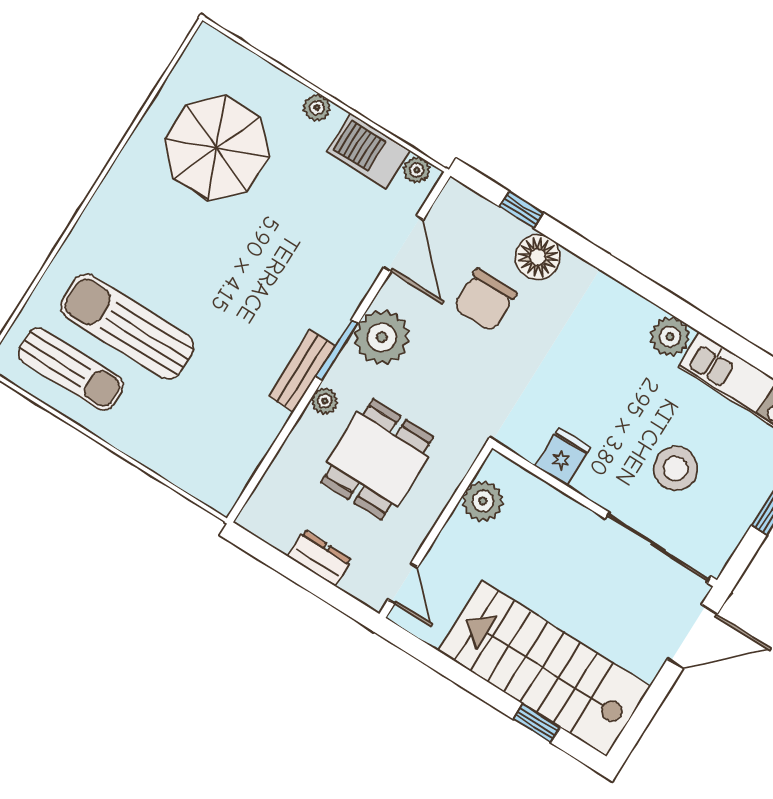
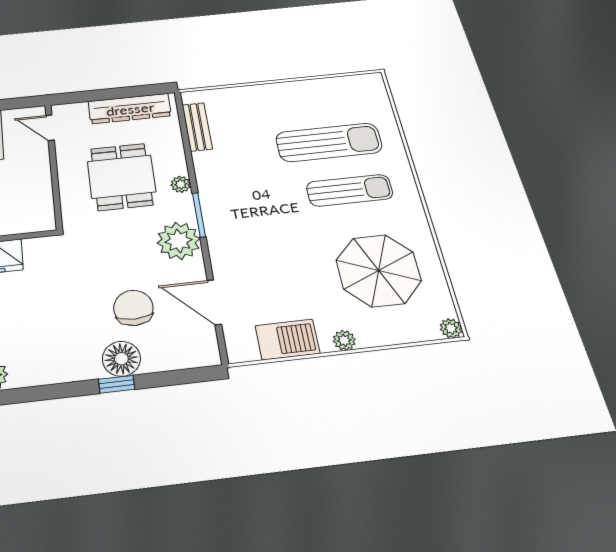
plant: (417, 170) -> (451, 328), moved
window: (522, 210) -> (117, 384), moved
sun lounger: (71, 369) -> (350, 190), moved, turned 180
bench: (302, 371) -> (197, 127), moved
plant: (483, 501) -> (38, 199), removed
dresser: (320, 558) -> (130, 109), width x1.96, depth x1.24

